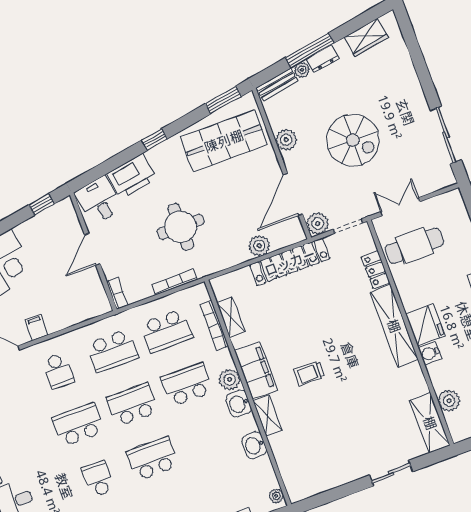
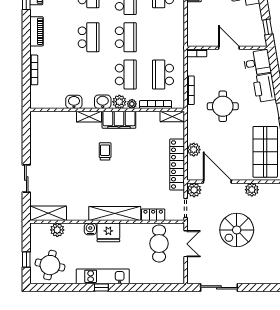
shelving: (231, 317) -> (172, 116), moved
school desk: (113, 351) -> (163, 37), removed
plant: (276, 496) -> (132, 104), moved

